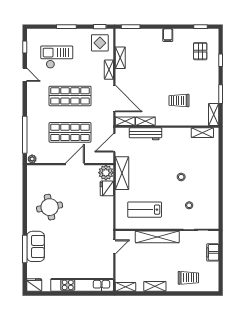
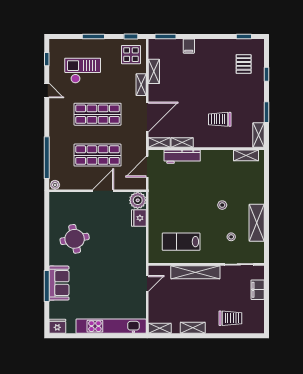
filing cabinet: (168, 35) -> (189, 46), moved
door: (114, 98) -> (147, 117), hinge flipped
shelving: (122, 173) -> (257, 223), moved

